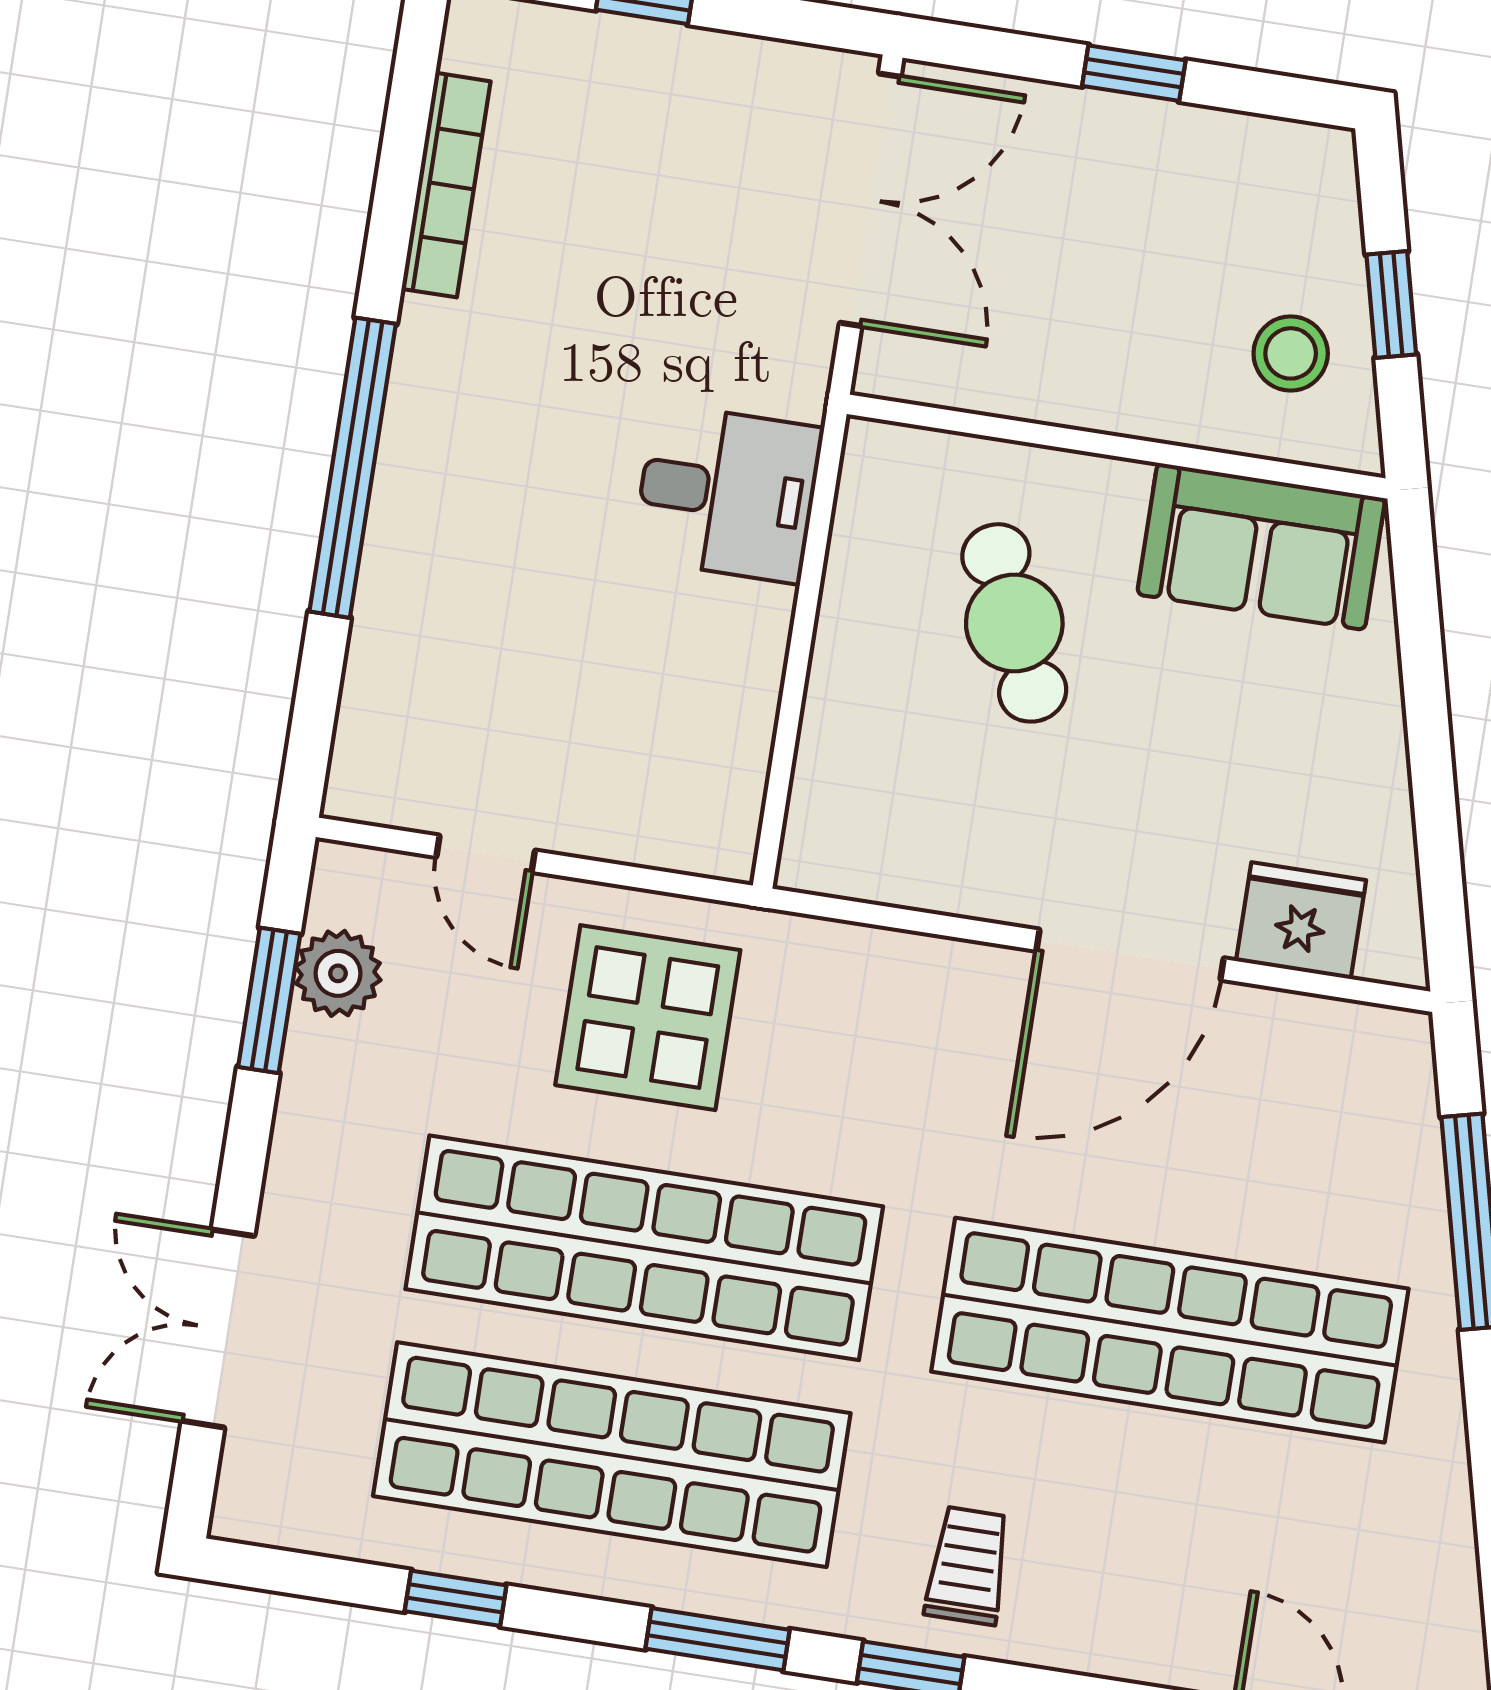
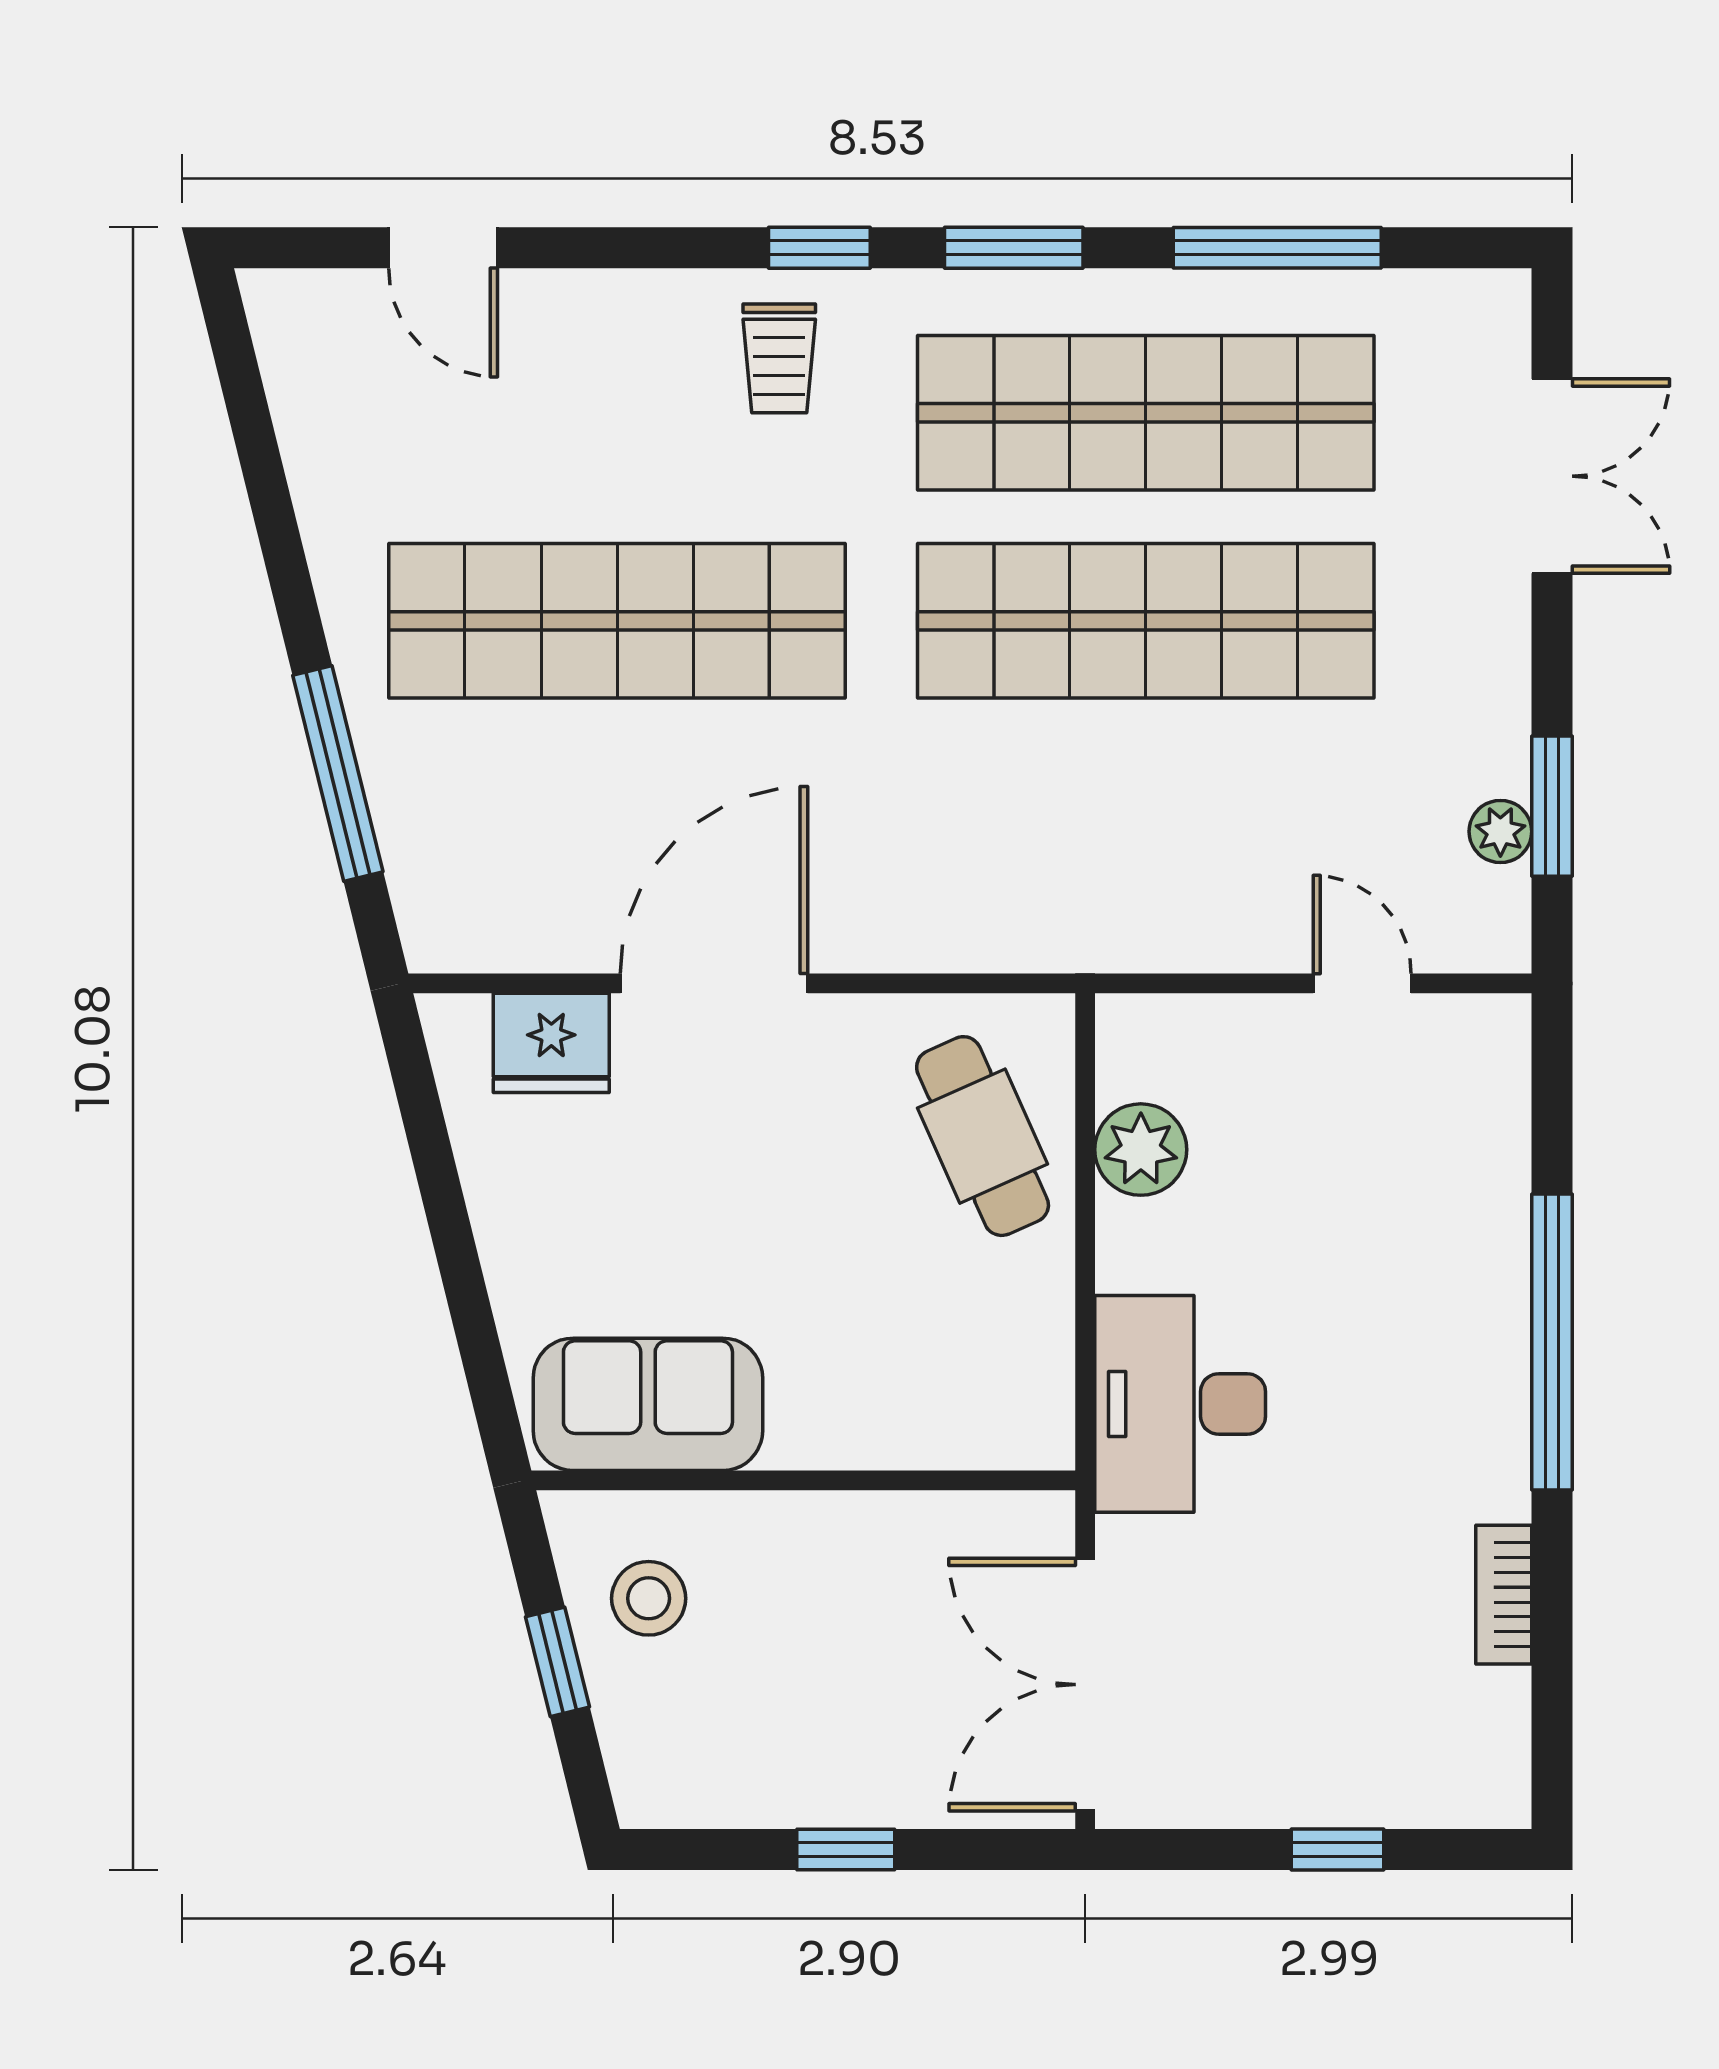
bookcase: (446, 185) -> (1504, 1595), width x0.64
desk: (727, 493) -> (1180, 1404), width x1.37
cafe table: (1014, 623) -> (983, 1136), moved
plant: (732, 723) -> (1141, 1150), added
plant: (338, 973) -> (1500, 831), width x0.73, depth x0.73
display table: (648, 1018) -> (1178, 847), removed
window: (456, 1598) -> (1277, 248), width x2.17

